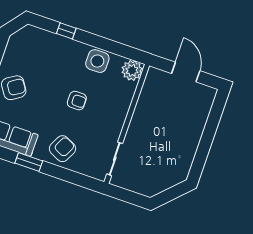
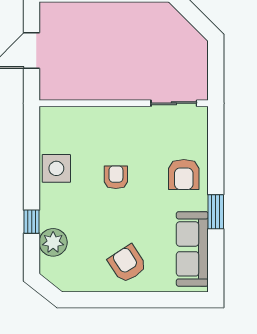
plant: (132, 70) -> (53, 242), moved
armchair: (62, 149) -> (184, 174), turned -116

